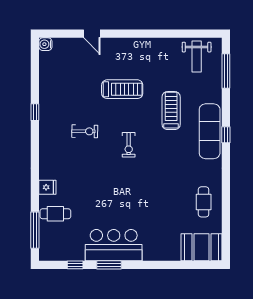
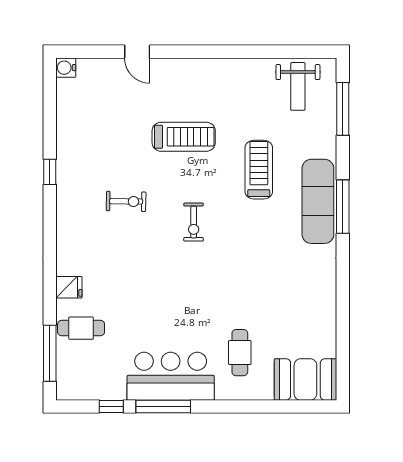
window: (226, 135) -> (343, 207), width x2.17
cafe table: (204, 202) -> (240, 353), moved
window: (109, 265) -> (163, 407), width x1.44

